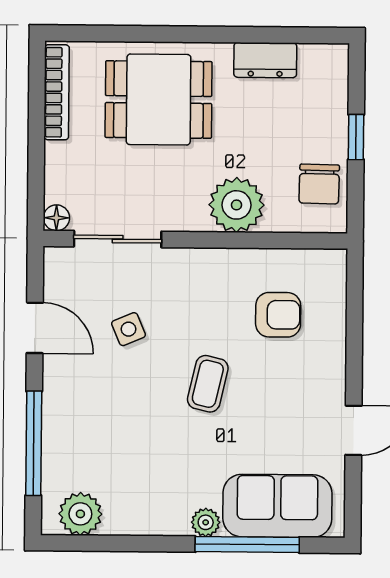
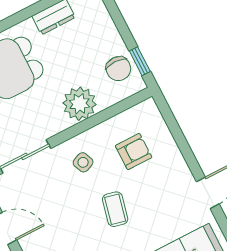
window: (356, 137) -> (140, 61), moved
side table: (129, 329) -> (83, 162), moved

